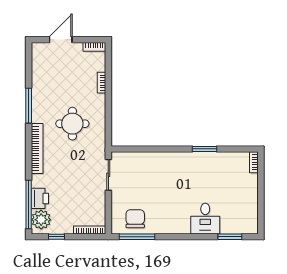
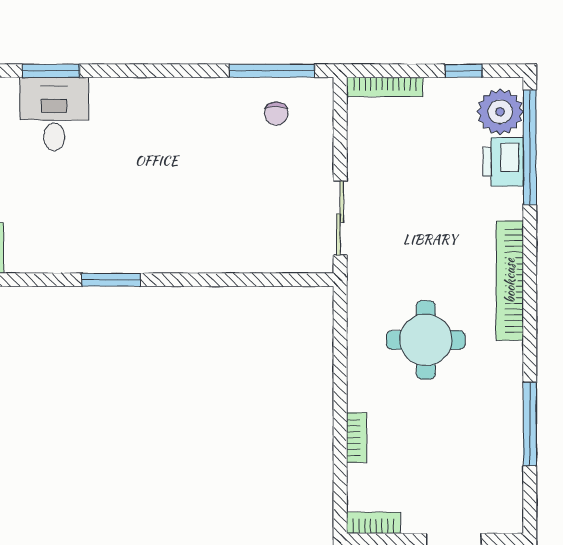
window: (29, 106) -> (530, 424), moved
chair: (135, 219) -> (276, 114), width x0.54, depth x0.54
desk: (205, 219) -> (54, 114), moved

